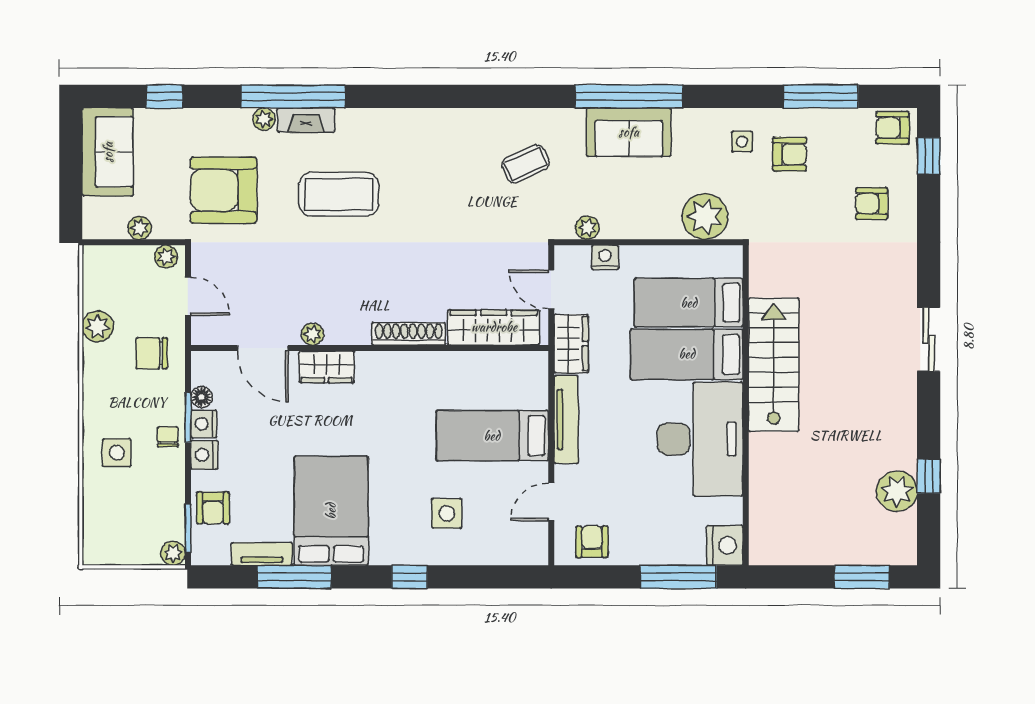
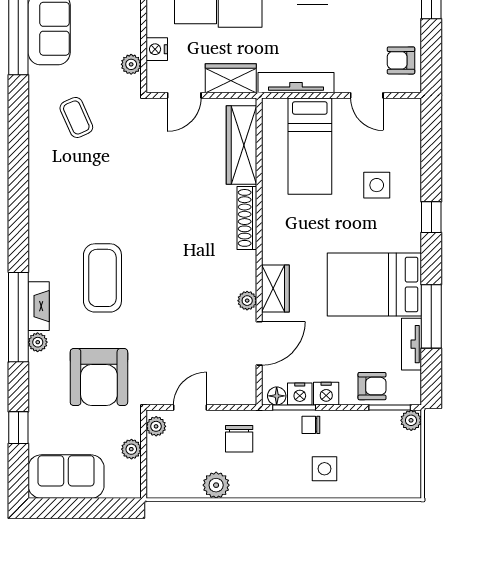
wardrobe: (494, 327) -> (242, 145), moved
plant: (312, 334) -> (247, 301), moved
shoe rack: (409, 334) -> (247, 218), moved
door: (263, 348) -> (259, 343), moved
wall: (370, 348) -> (259, 251), moved
wardrobe: (327, 367) -> (275, 288), moved

